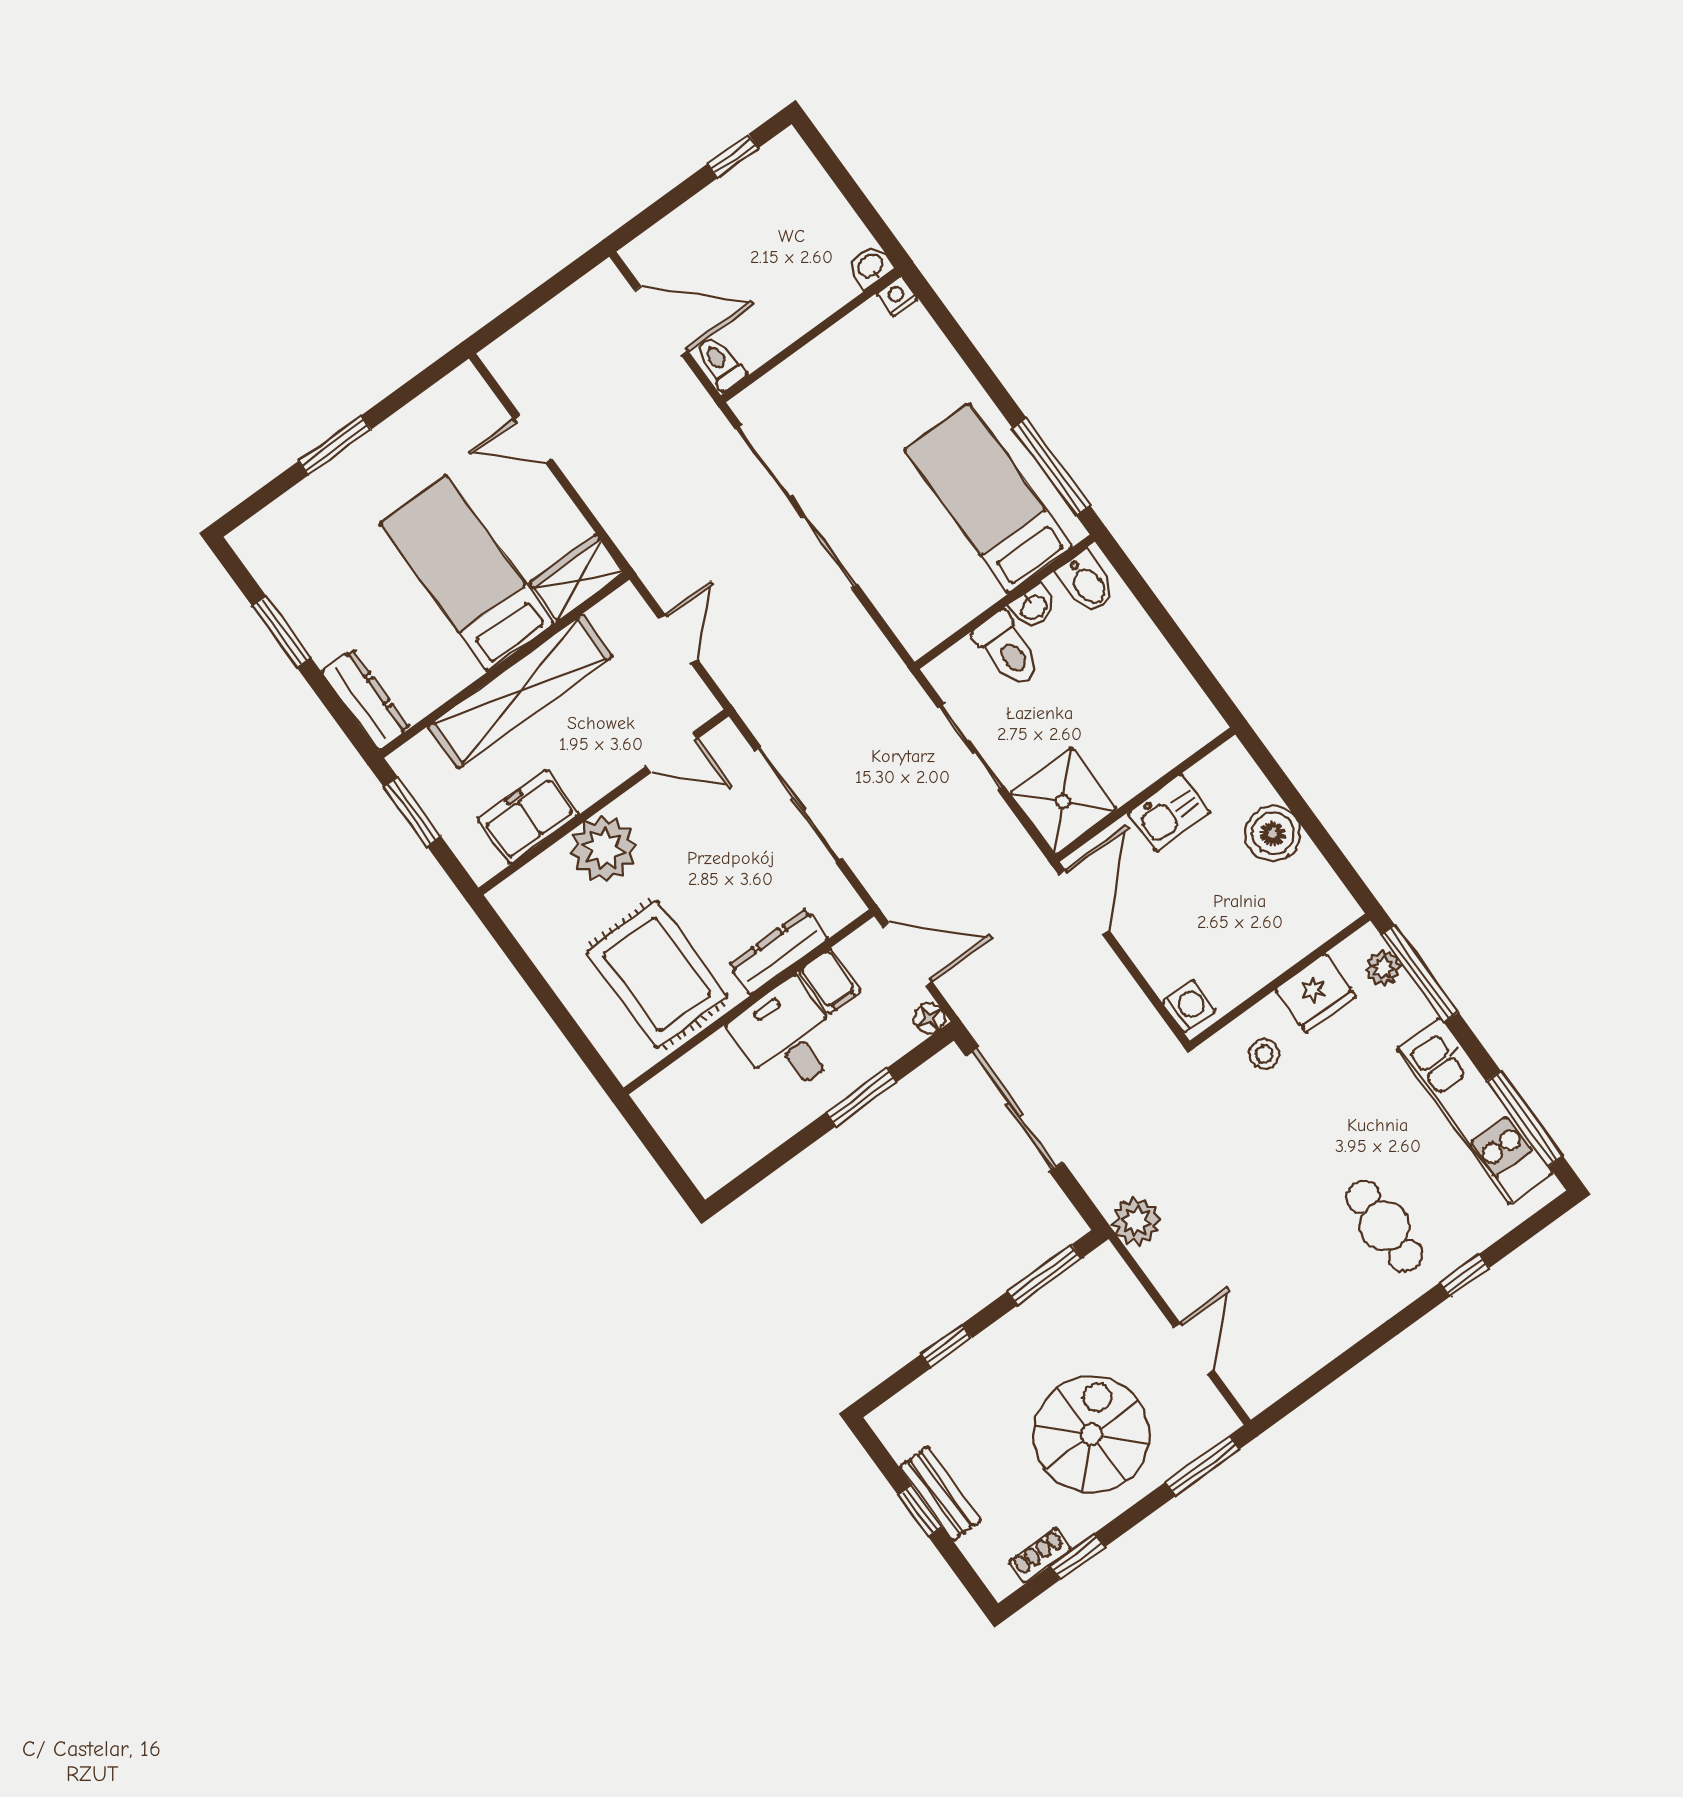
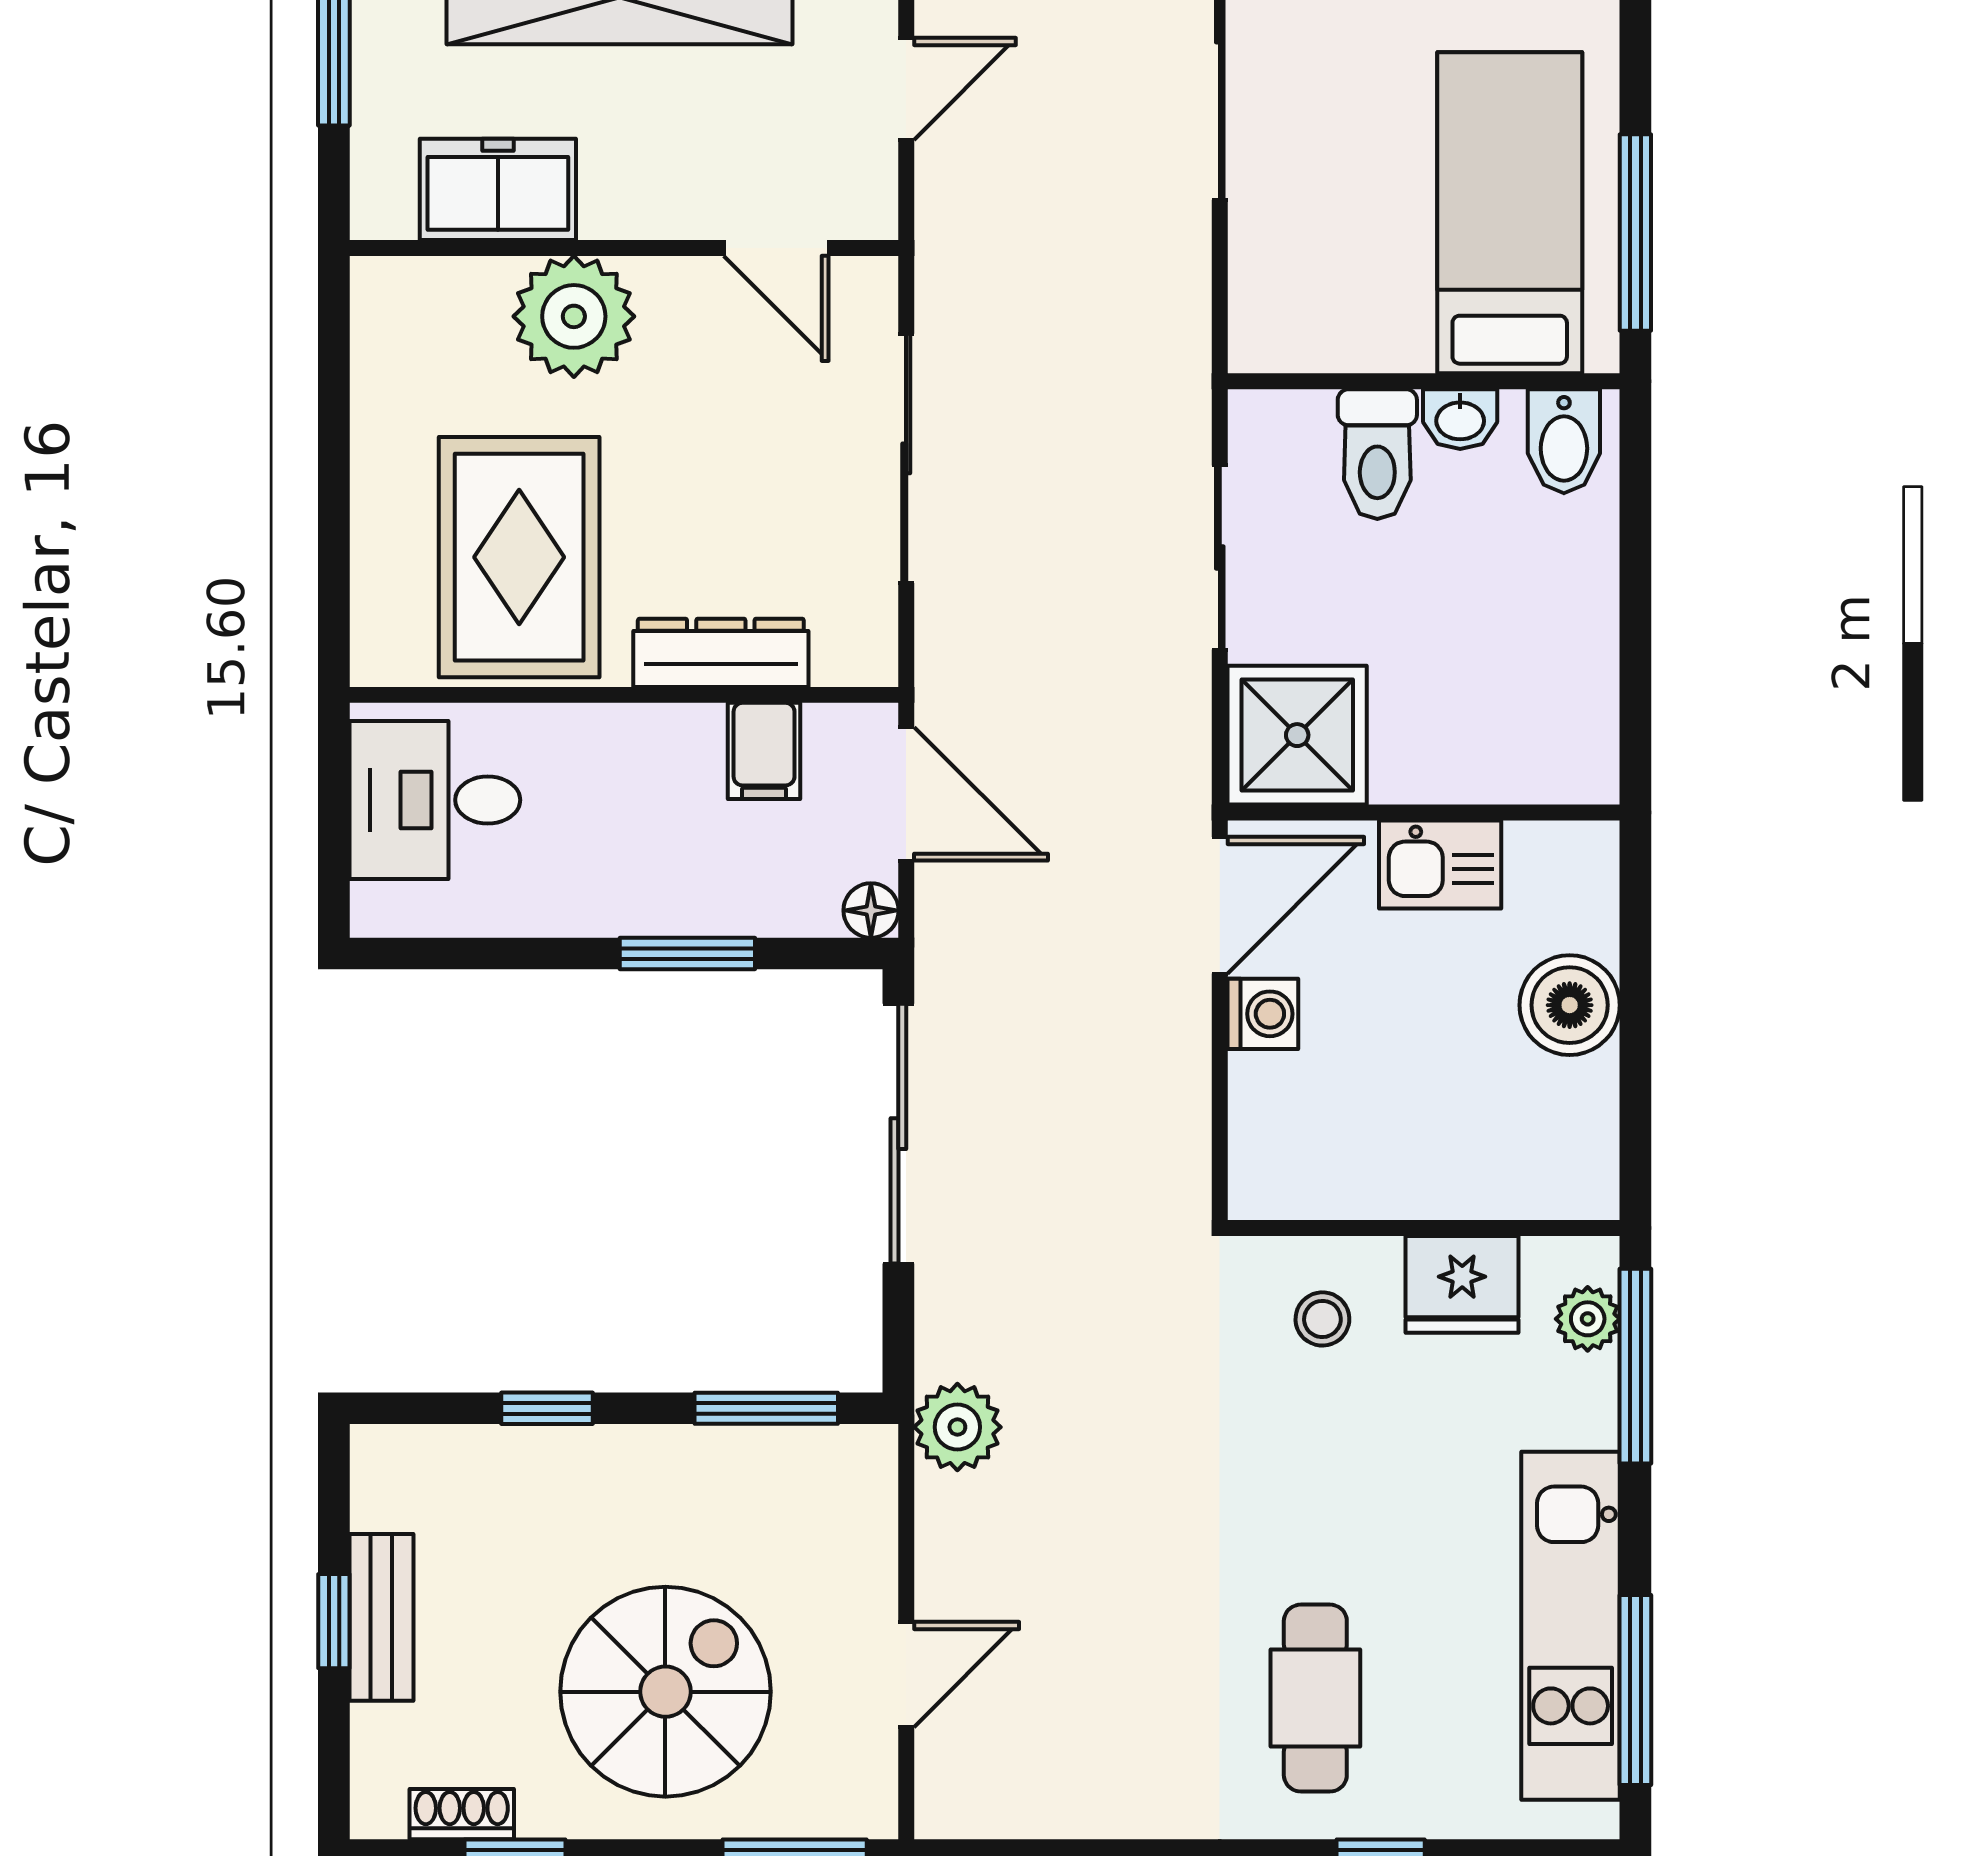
washing machine: (1189, 1006) -> (1263, 1014), moved
desk: (787, 1038) -> (435, 800), moved, turned -90

